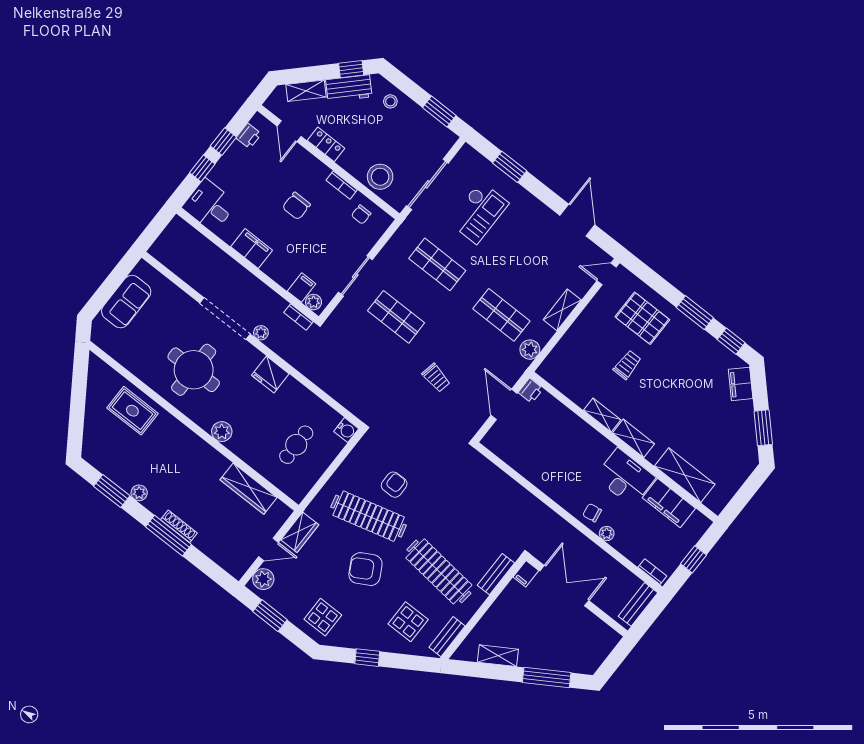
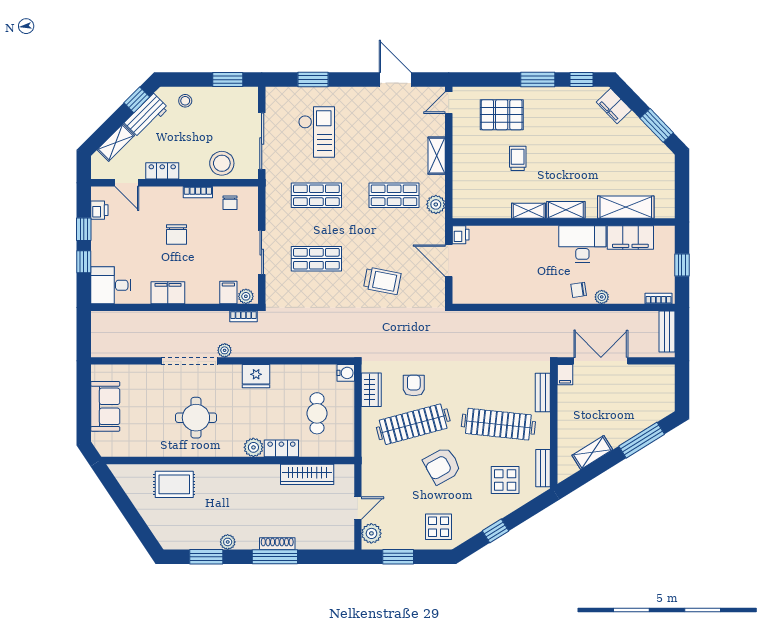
round table: (194, 370) -> (196, 418), width x0.73, depth x0.73
trolley: (436, 378) -> (382, 281), width x1.36, depth x1.39
locker: (244, 451) -> (281, 448), added
wardrobe: (300, 532) -> (371, 390), moved

